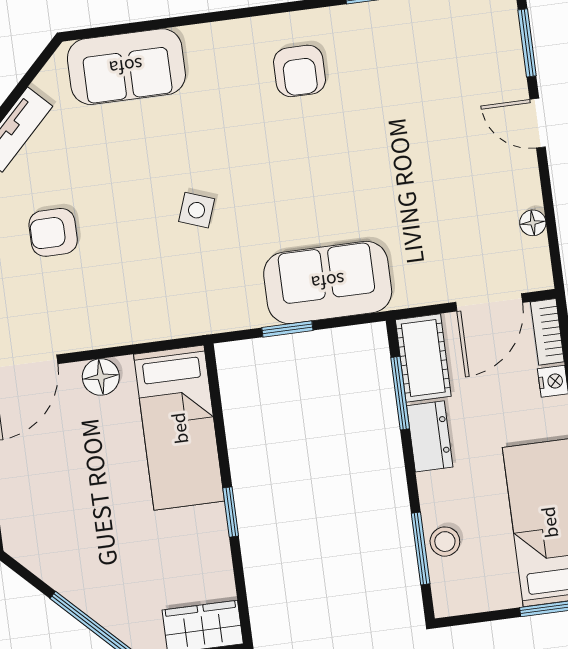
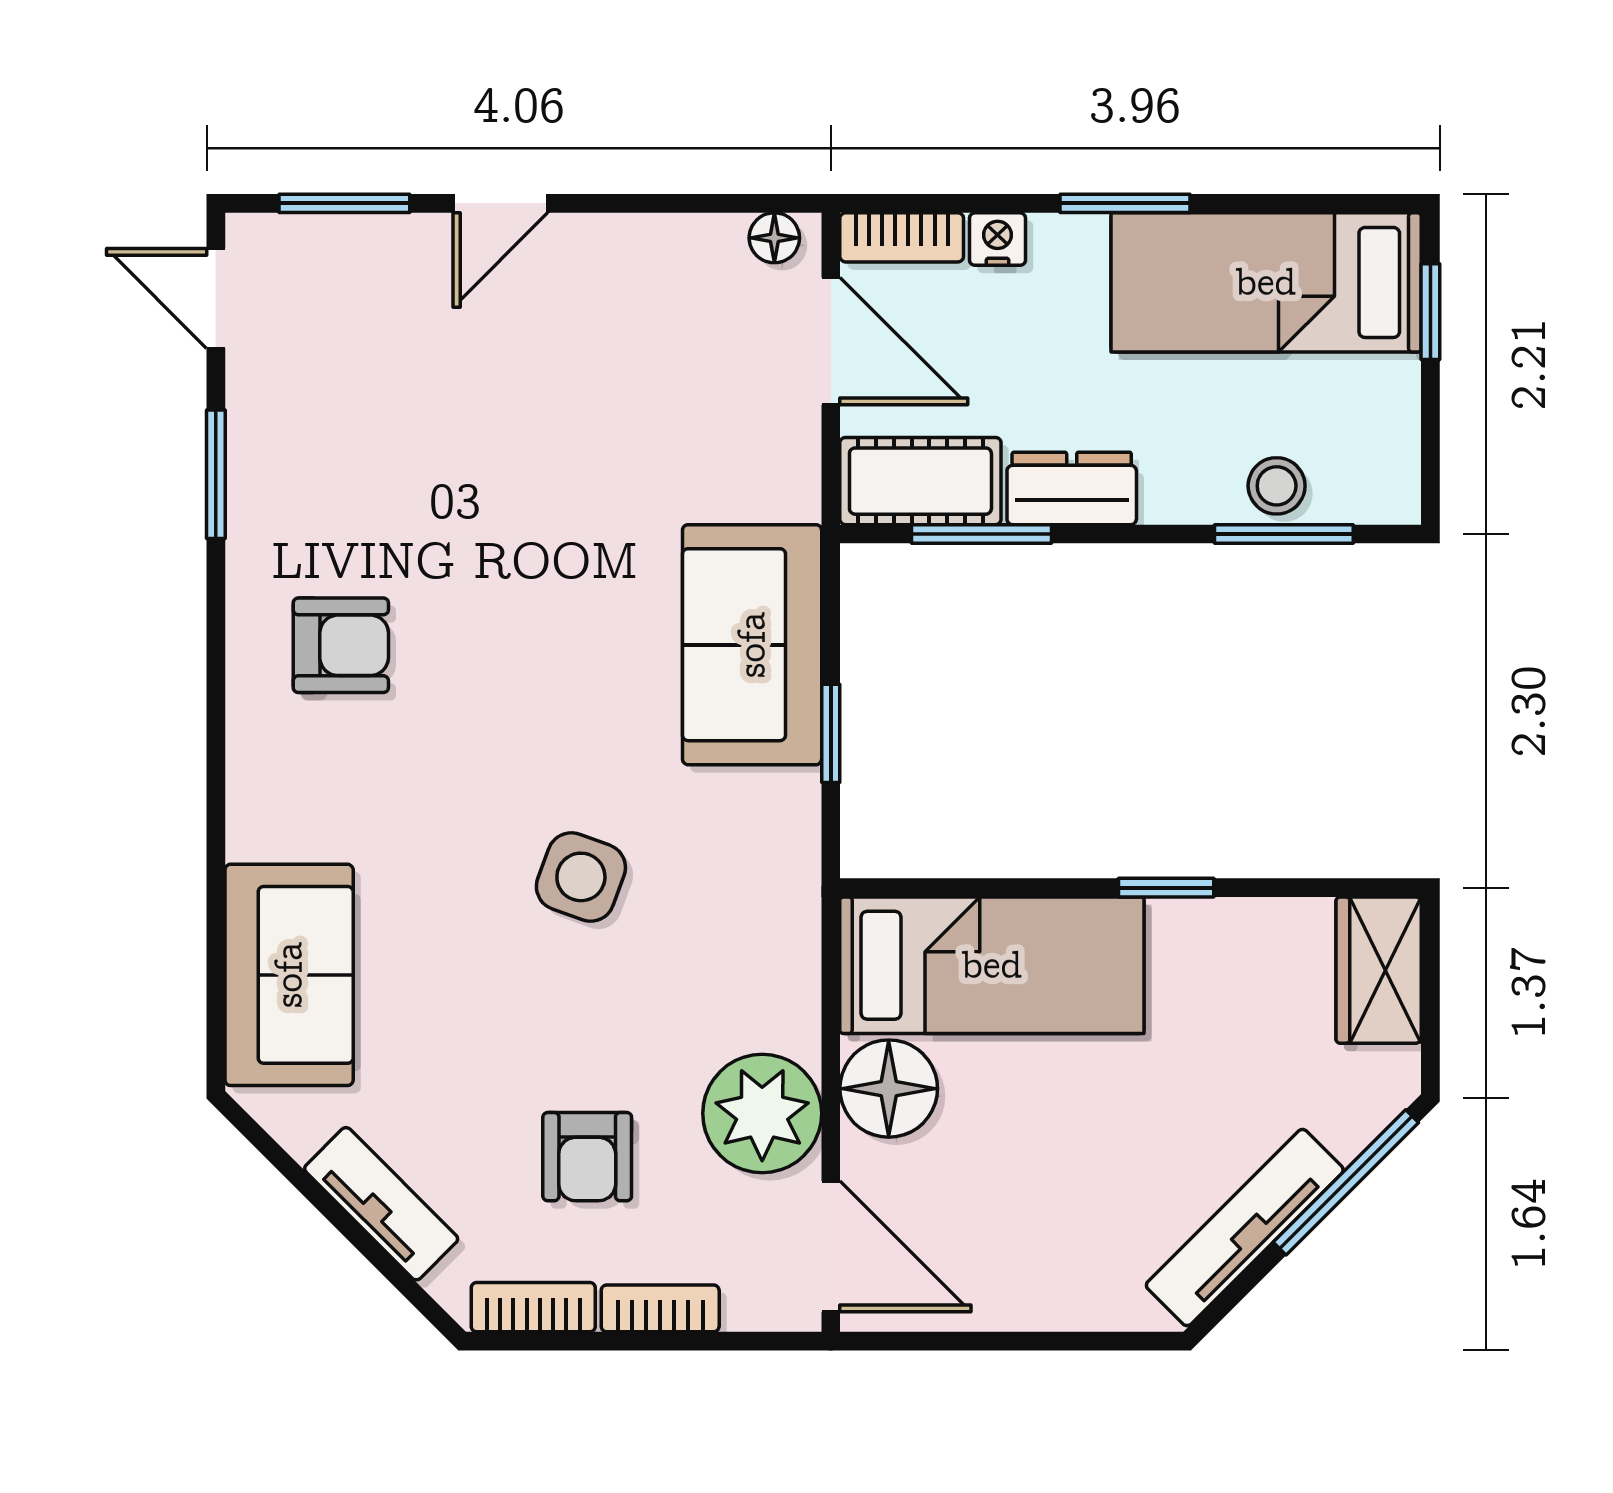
side table: (197, 210) -> (581, 877), width x1.37, depth x1.37
floor lamp: (533, 223) -> (774, 238), moved
plant: (87, 319) -> (762, 1113), added
floor lamp: (101, 377) -> (889, 1089), width x1.38, depth x1.38
tv unit: (61, 575) -> (1245, 1228), added

